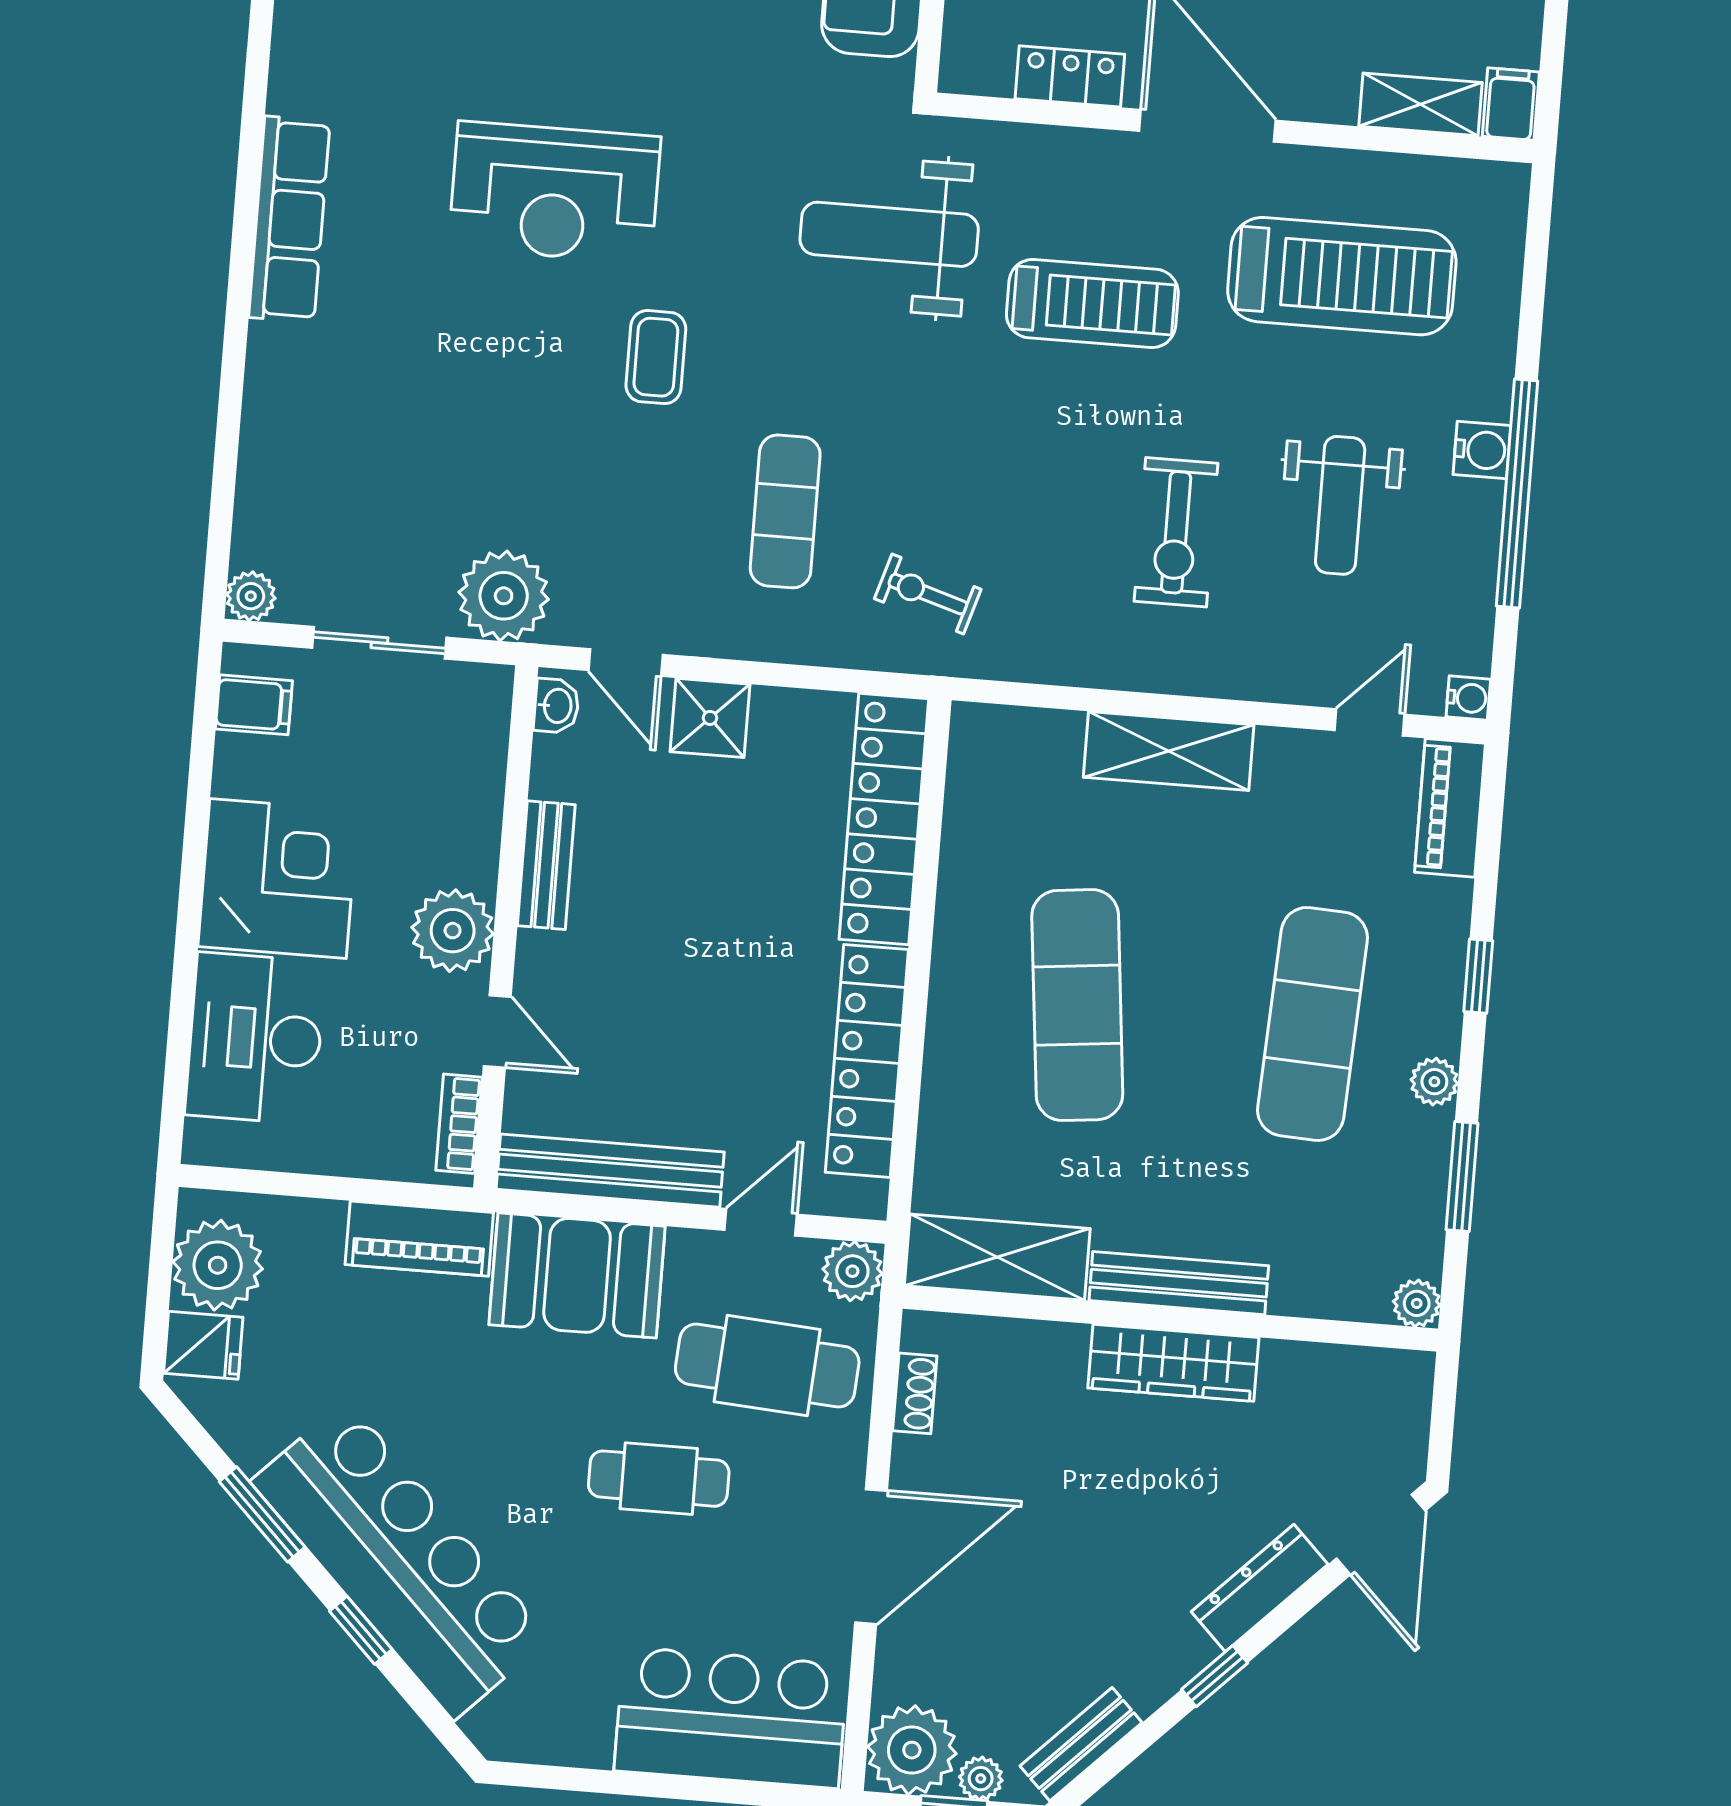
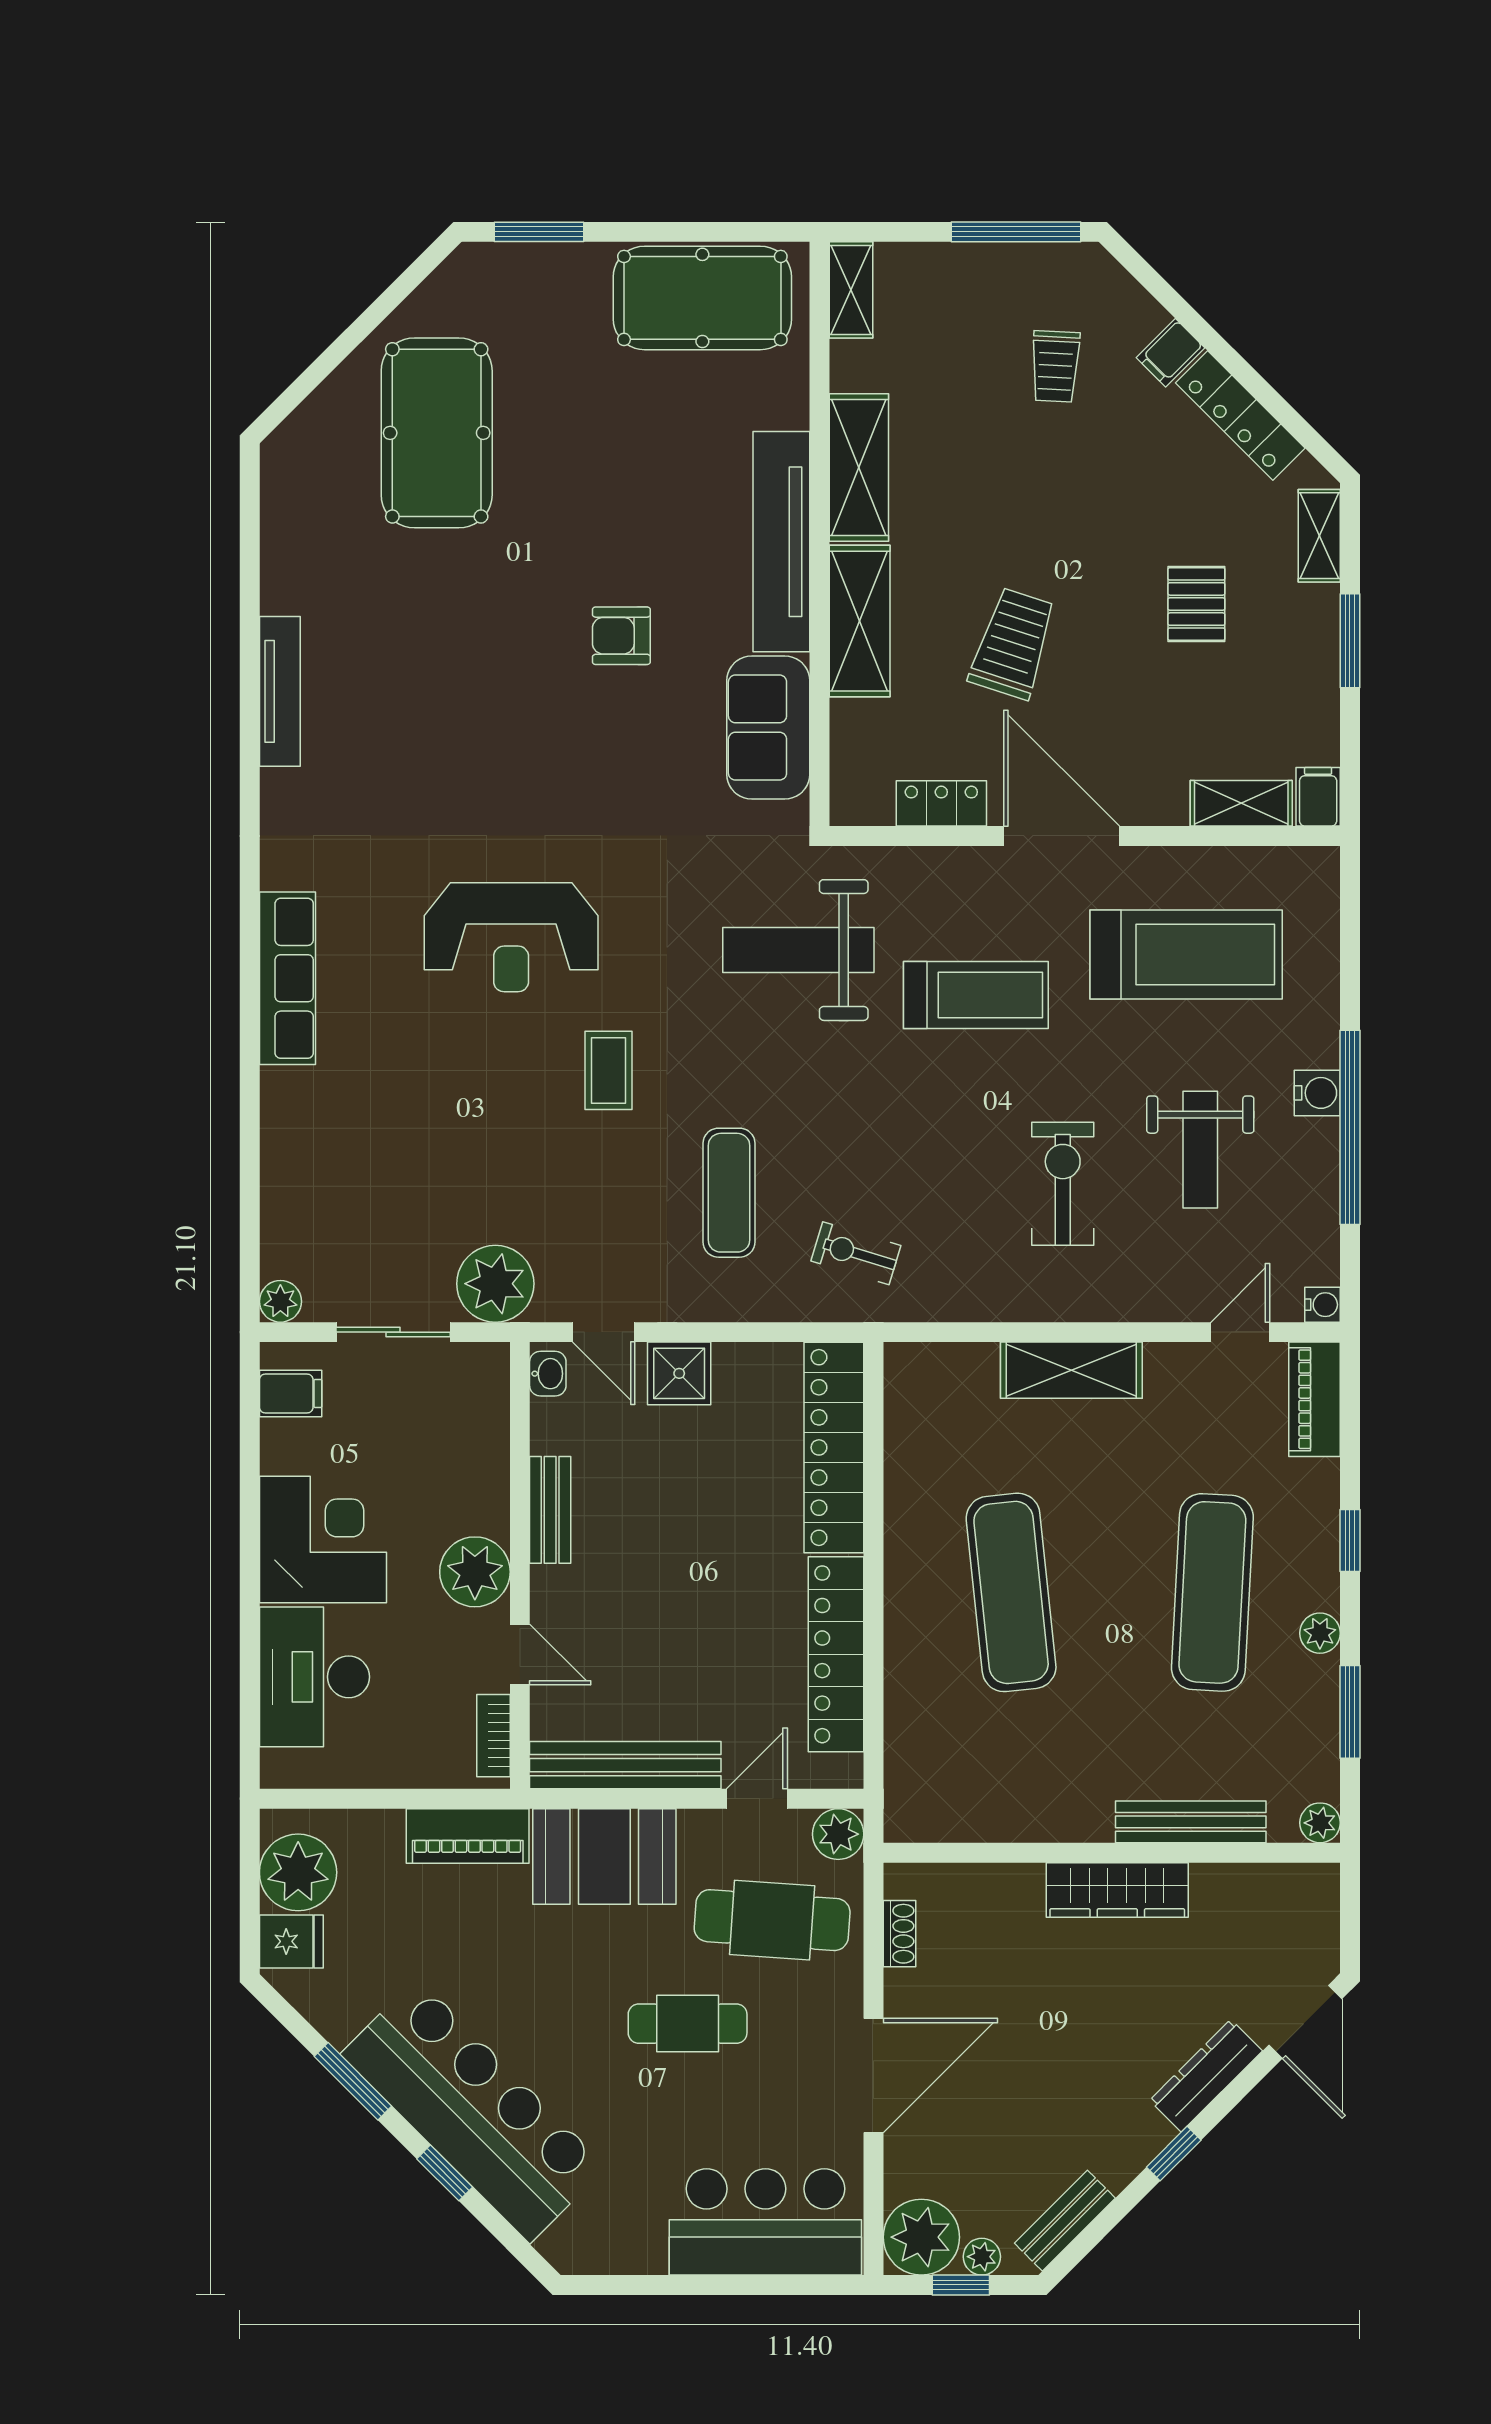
exercise bike: (1176, 532) -> (1063, 1184), turned 180
shelving: (997, 1257) -> (960, 1812), removed
bench: (1179, 1283) -> (1191, 1822), moved

